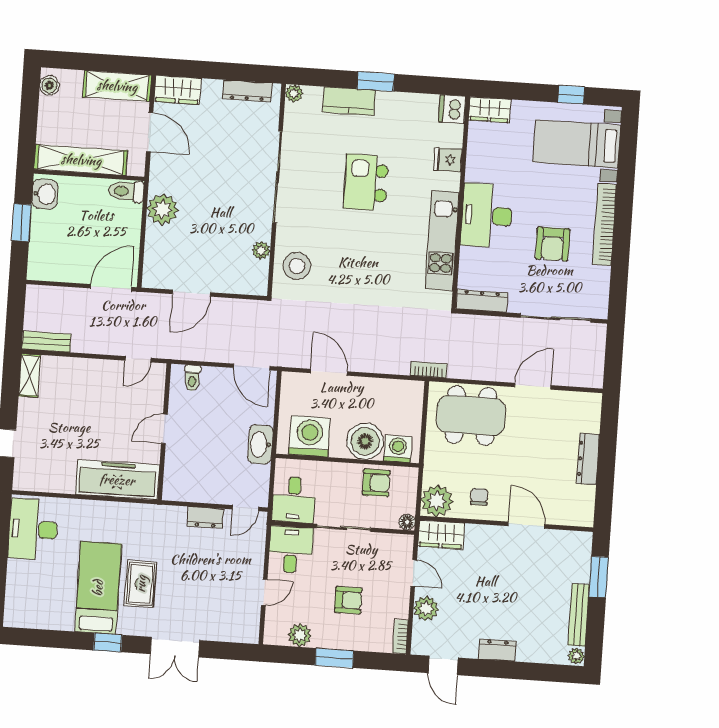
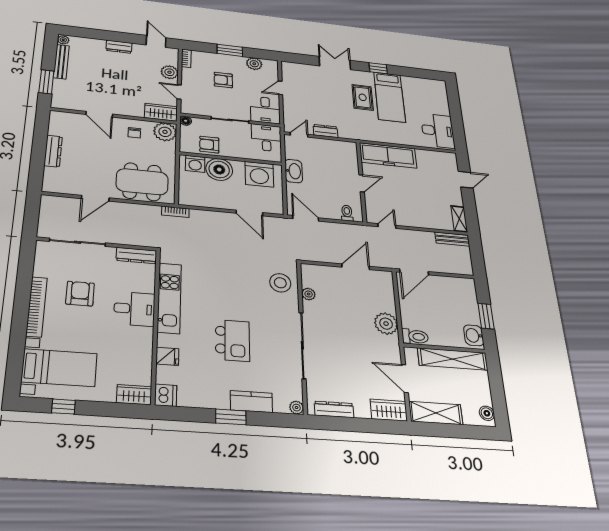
desk: (487, 216) -> (134, 309), width x0.73

